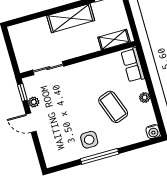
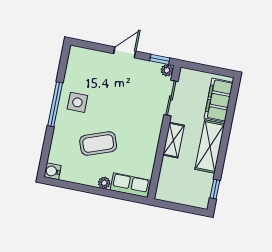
filing cabinet: (31, 30) -> (219, 100), added
shelving: (114, 40) -> (174, 140), moved
plant: (145, 98) -> (104, 183), moved
plant: (34, 102) -> (167, 70), moved

